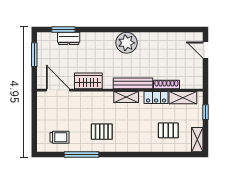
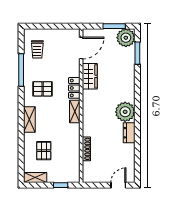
dresser: (69, 38) -> (129, 133), moved
plant: (47, 42) -> (126, 38), added
bench: (133, 83) -> (87, 118), removed
locker: (156, 97) -> (74, 88), moved
shelving: (183, 98) -> (29, 120), moved
pallet: (102, 132) -> (43, 89), turned 90

